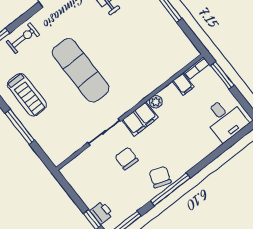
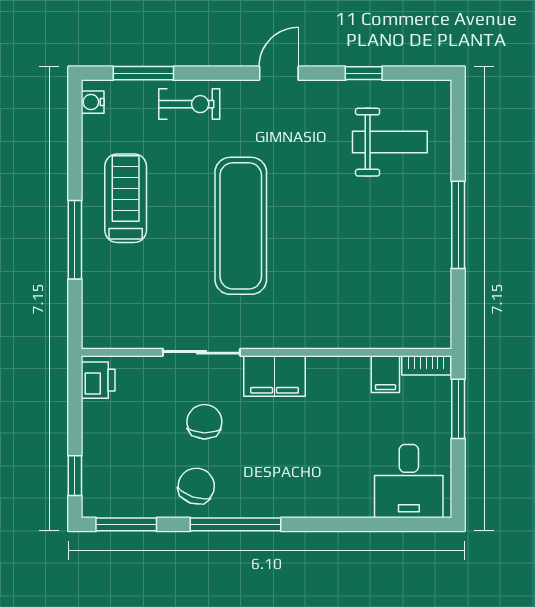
treadmill: (27, 95) -> (126, 198), turned 180
plant: (156, 102) -> (321, 368), removed
chair: (160, 177) -> (196, 486), moved
printer: (102, 213) -> (98, 380), moved

